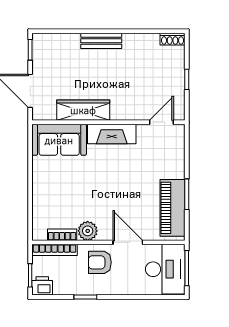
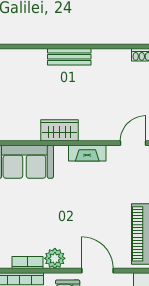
wardrobe: (83, 110) -> (59, 130), width x0.67
fireplace: (112, 134) -> (87, 153), width x0.73, depth x0.76

